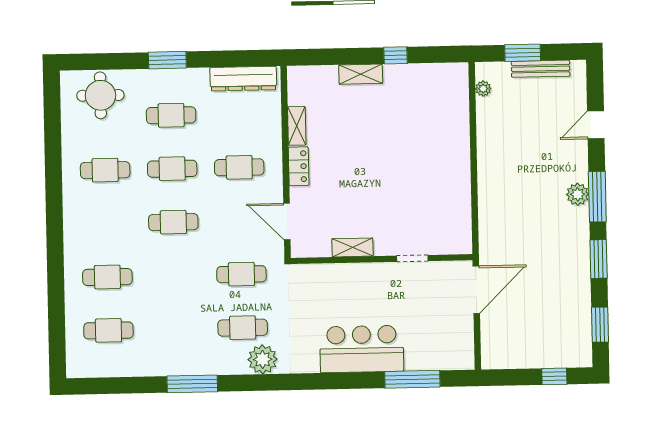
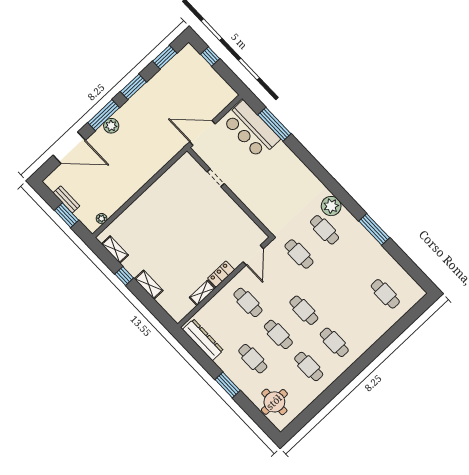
bench: (541, 69) -> (66, 199), width x0.73
door: (596, 125) -> (69, 148), width x1.88
shelving: (353, 247) -> (115, 249), moved
cafe table: (107, 277) -> (334, 342), moved
bar counter: (362, 349) -> (251, 130), moved

